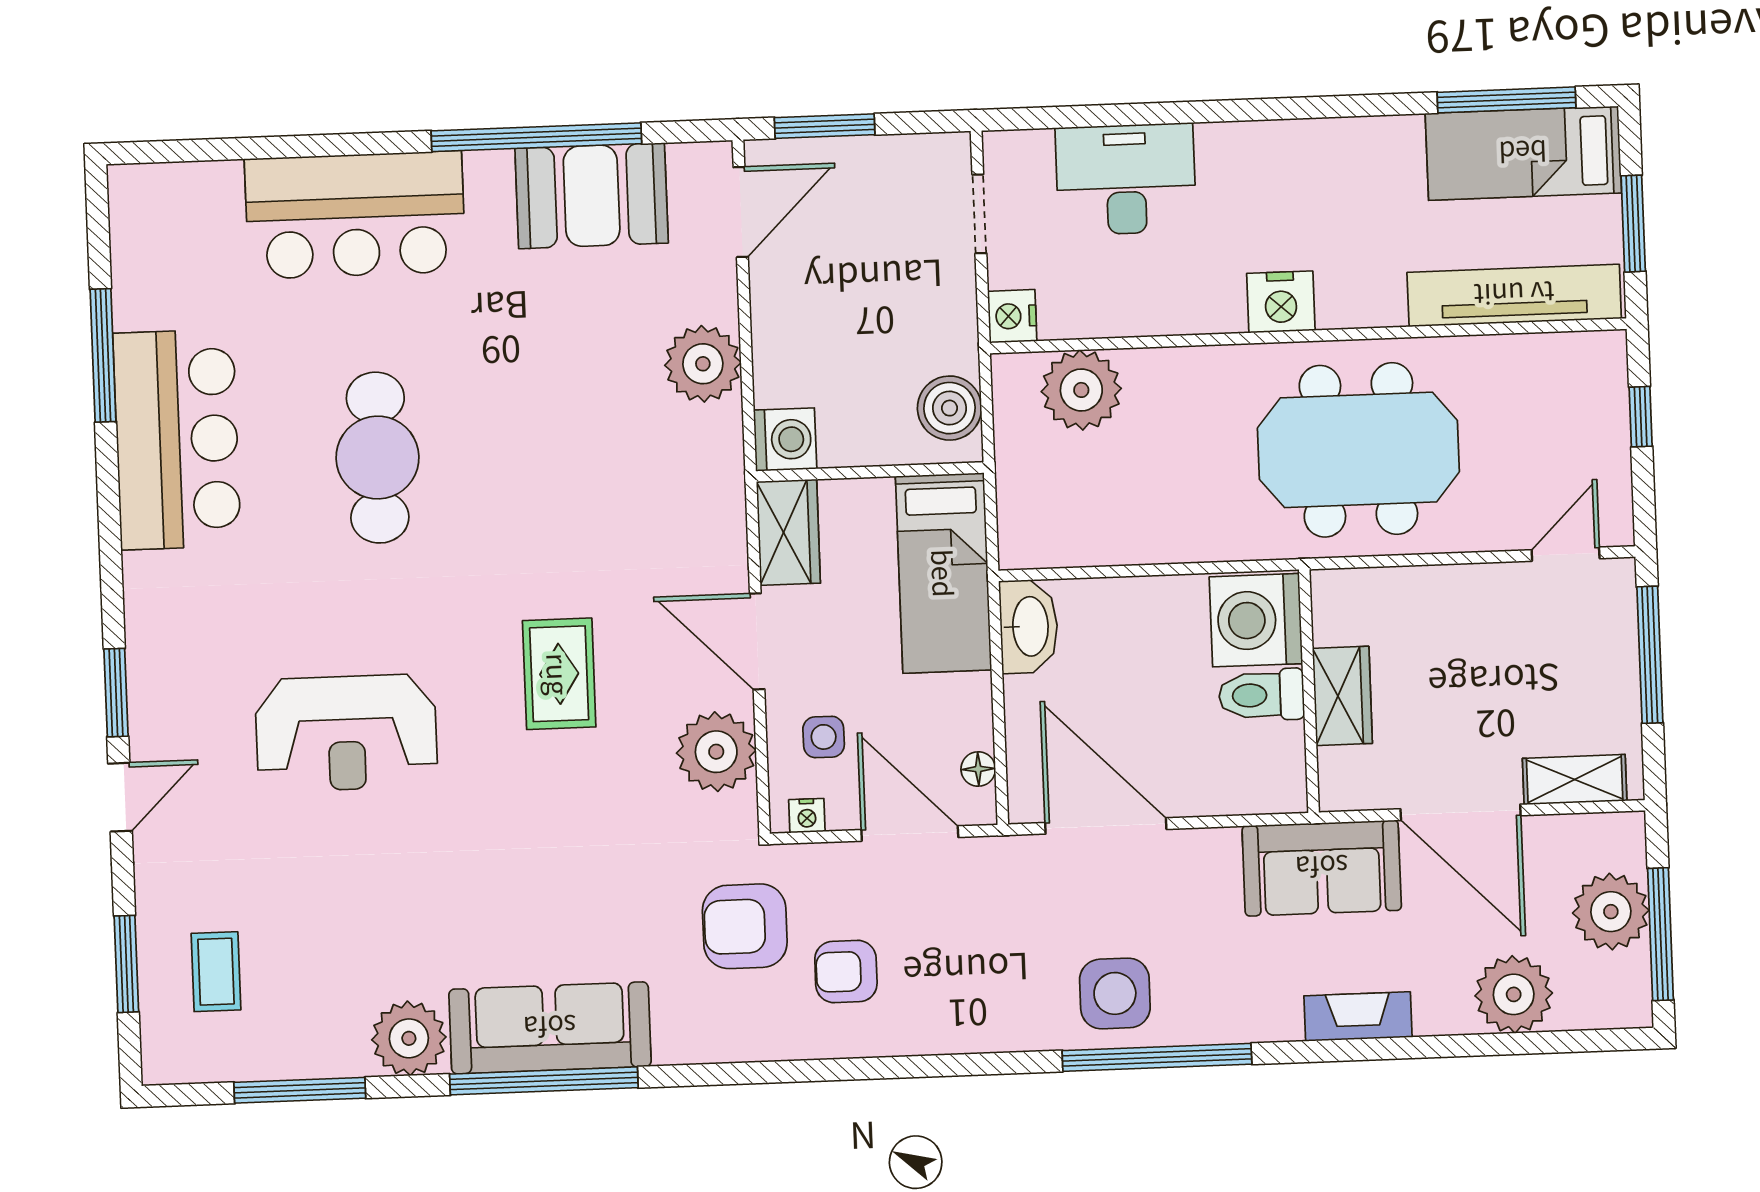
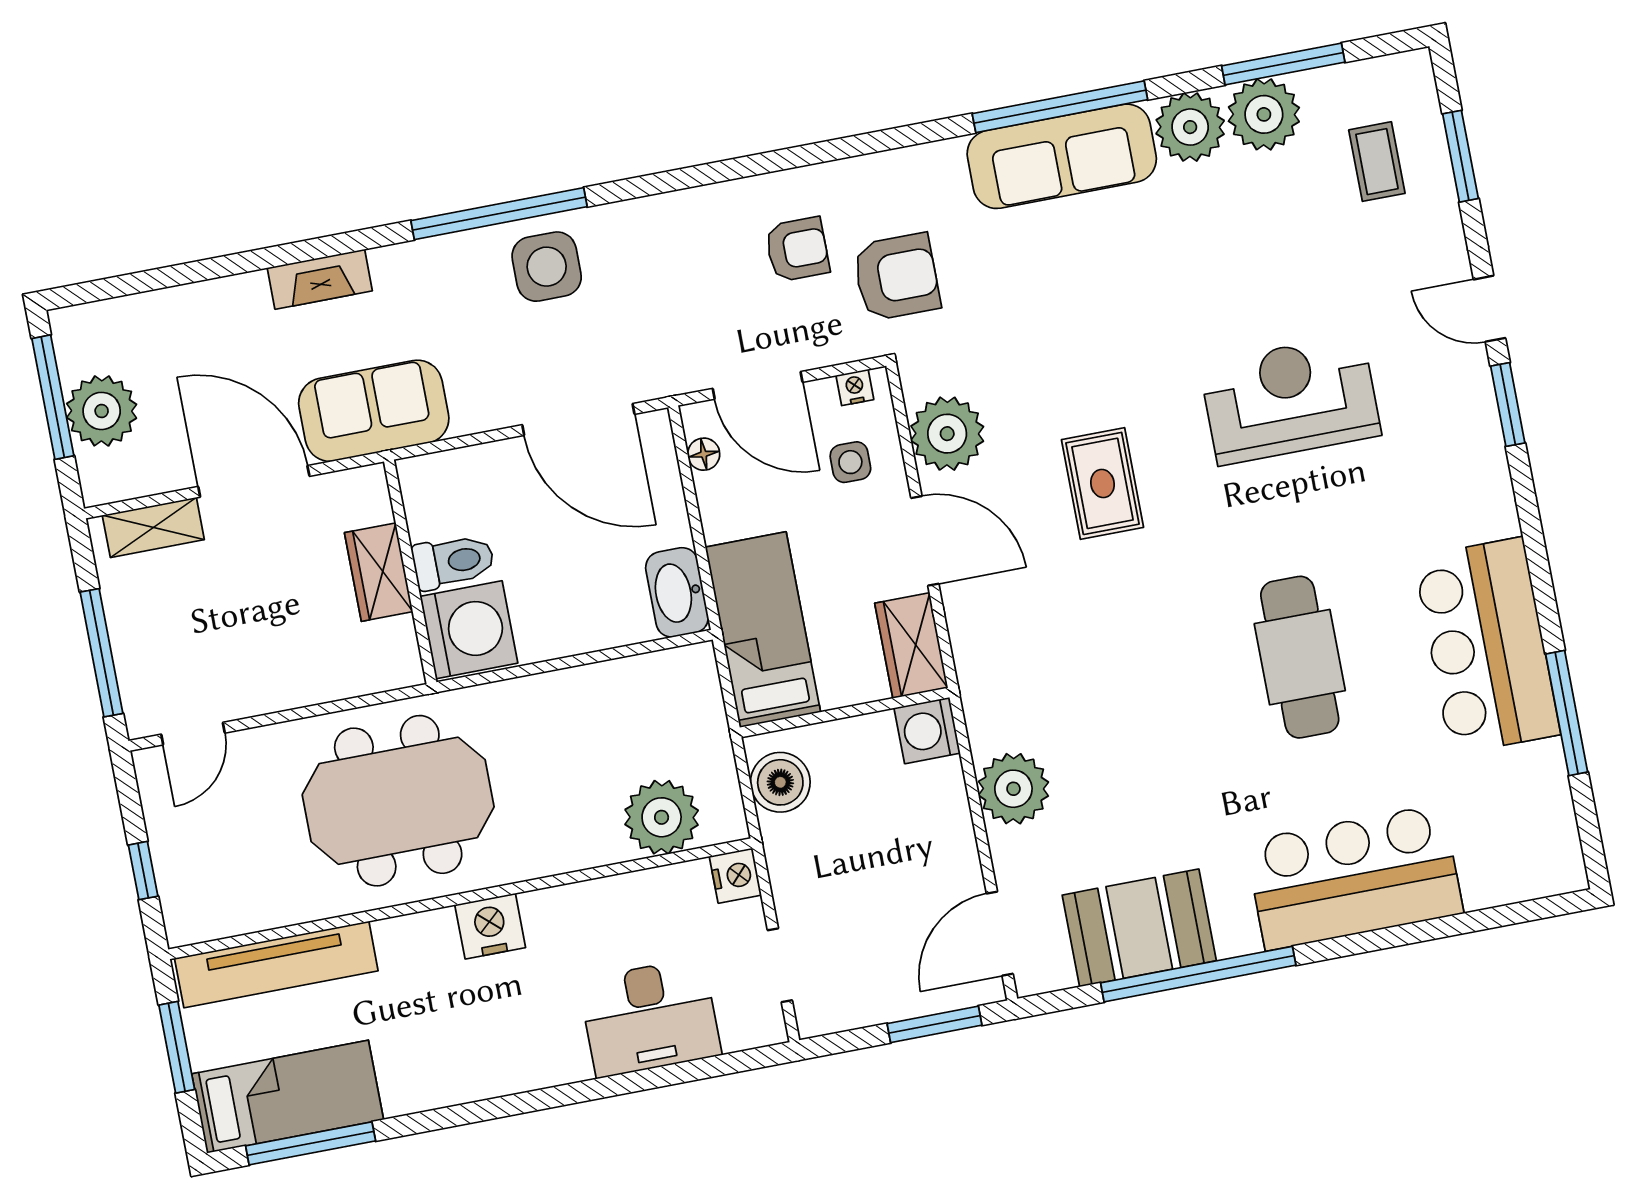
door: (120, 797) -> (1490, 309), hinge flipped
plant: (1514, 994) -> (1264, 114), moved

